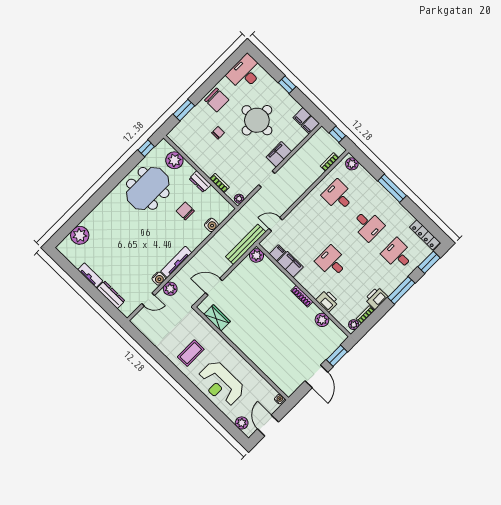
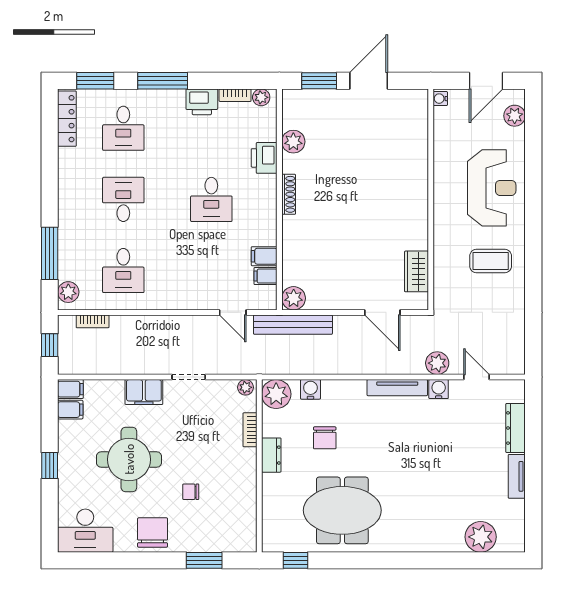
plant: (174, 160) -> (276, 394), moved
window: (392, 188) -> (50, 253), moved
filing cabinet: (290, 264) -> (264, 256), width x0.50

